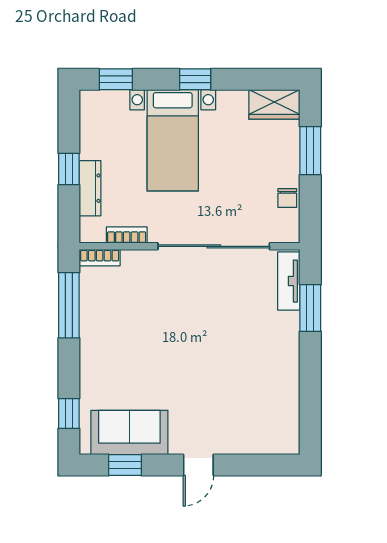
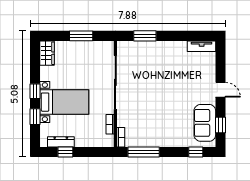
window: (116, 79) -> (35, 117), moved
window: (310, 151) -> (81, 36), moved
window: (69, 169) -> (65, 152), moved
dresser: (90, 188) -> (61, 142), moved
chair: (287, 198) -> (92, 47), removed
tv unit: (289, 281) -> (202, 46), moved

